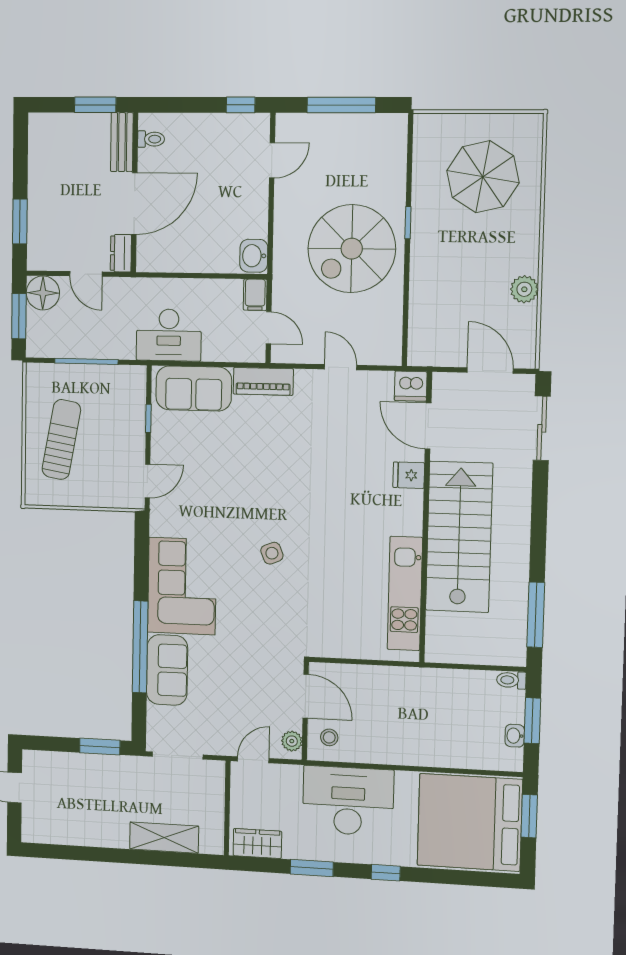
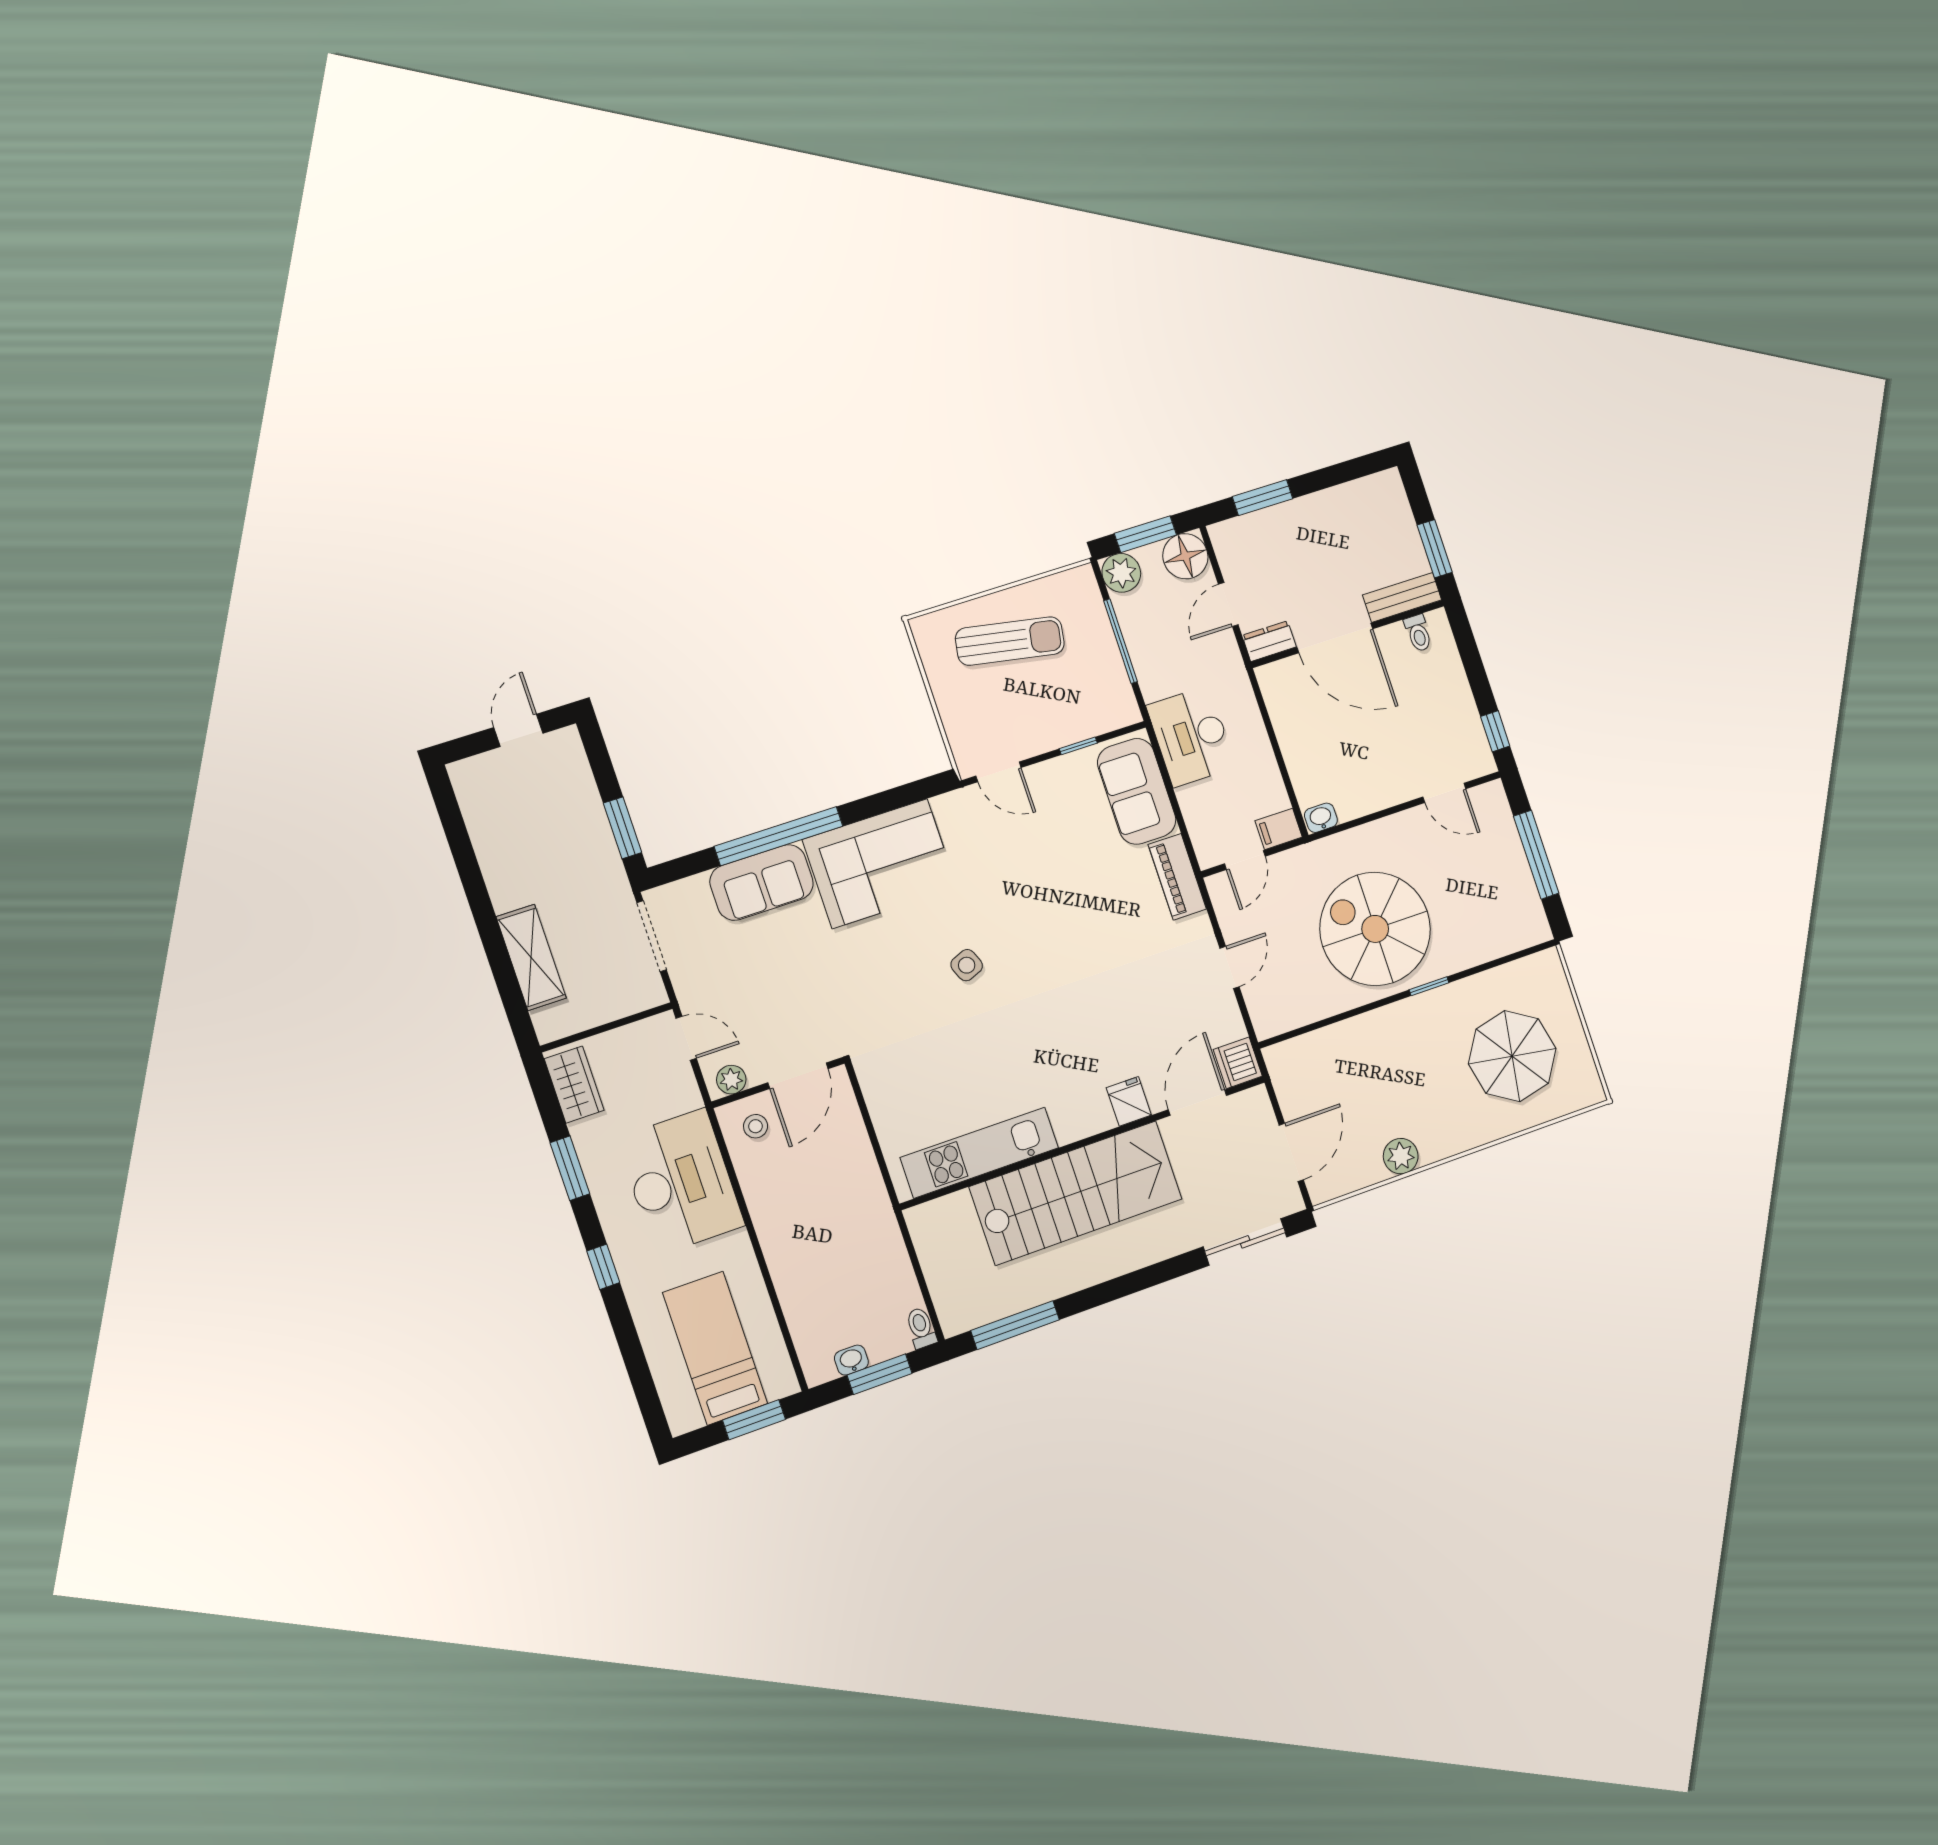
washbasin: (254, 256) -> (1321, 818), width x0.72, depth x0.69
plant: (40, 343) -> (1121, 573), added
bed: (470, 822) -> (715, 1348), width x0.49

